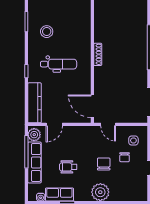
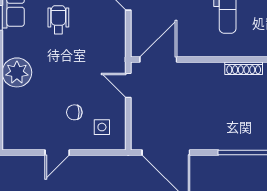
door: (108, 124) -> (128, 85), hinge flipped
chair: (104, 164) -> (63, 78), removed

